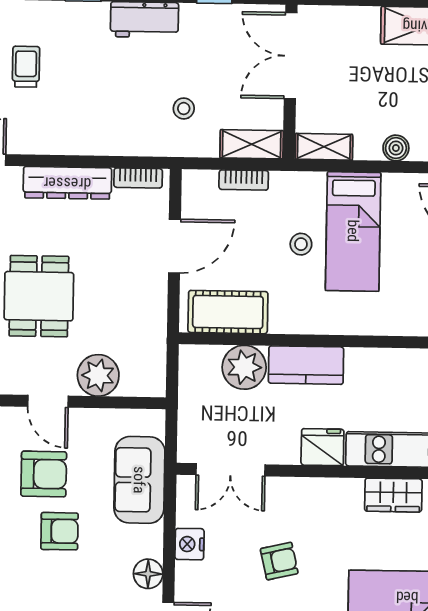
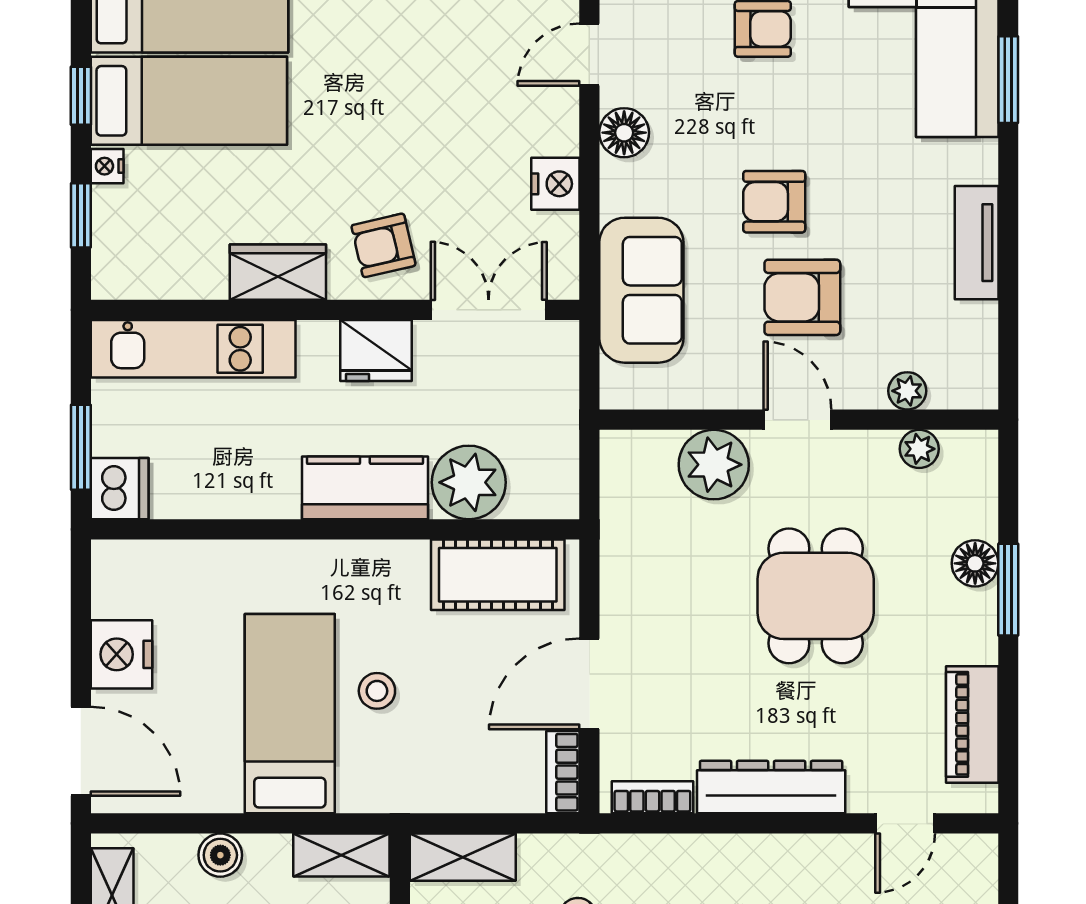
bookcase: (244, 180) -> (563, 772), moved, turned -90
fridge: (322, 447) -> (376, 351), moved
wardrobe: (393, 495) -> (278, 272), moved
armchair: (279, 561) -> (383, 245), moved

